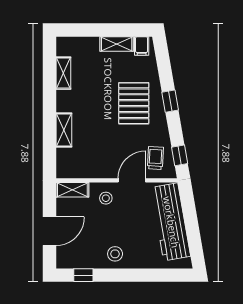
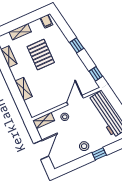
shelving: (117, 44) -> (20, 32), moved
pallet: (134, 103) -> (41, 55), moved
trolley: (155, 158) -> (83, 81), removed
window: (83, 275) -> (99, 154), moved

